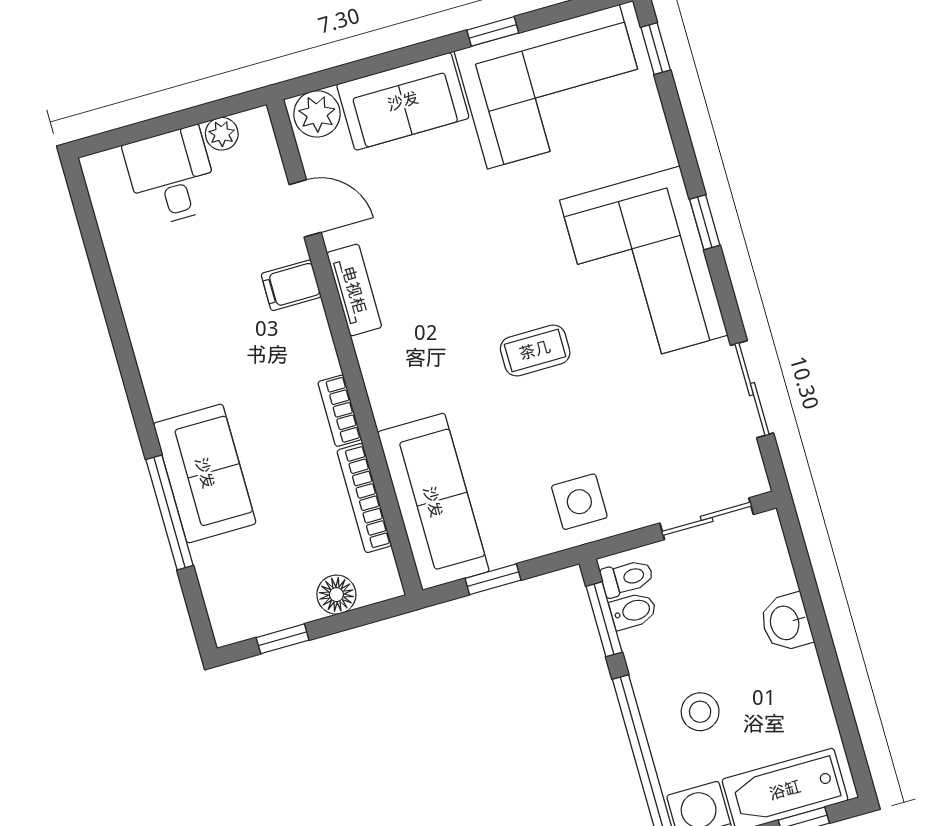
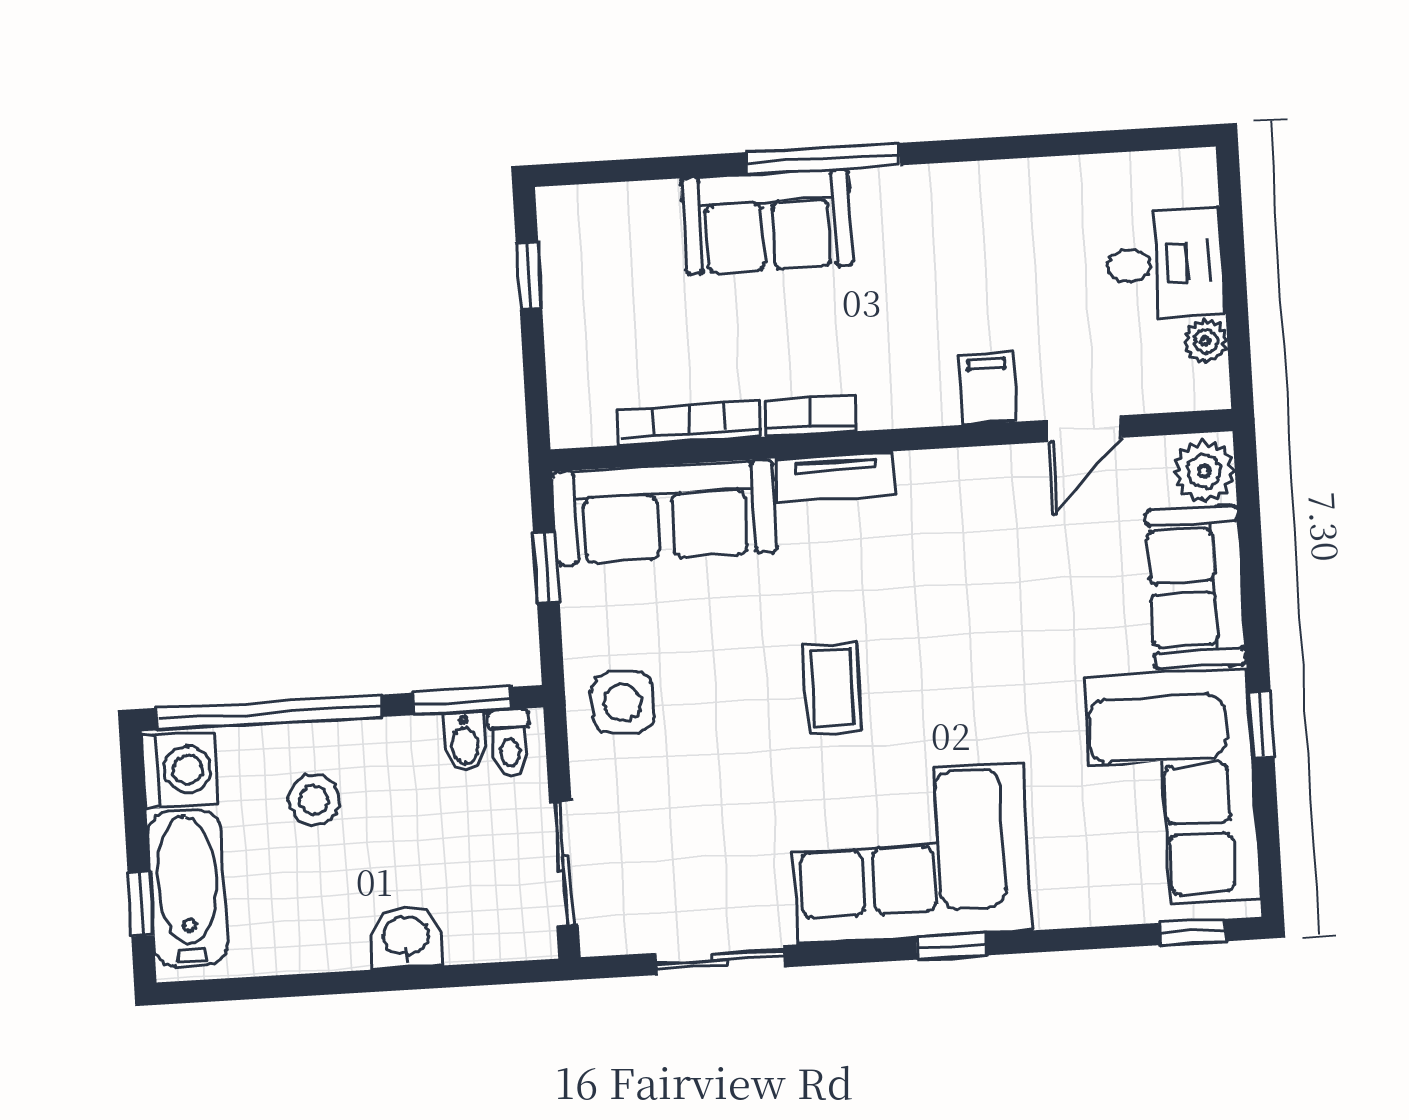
tv unit: (354, 290) -> (836, 477), moved
window: (169, 512) -> (823, 159), moved
floor lamp: (336, 595) -> (571, 359), removed

